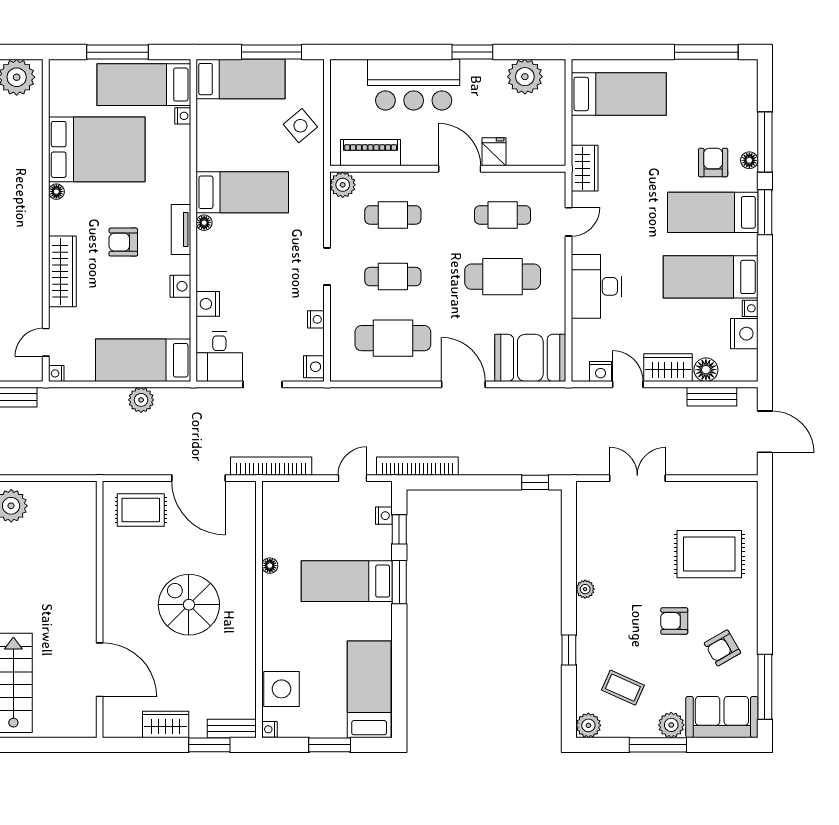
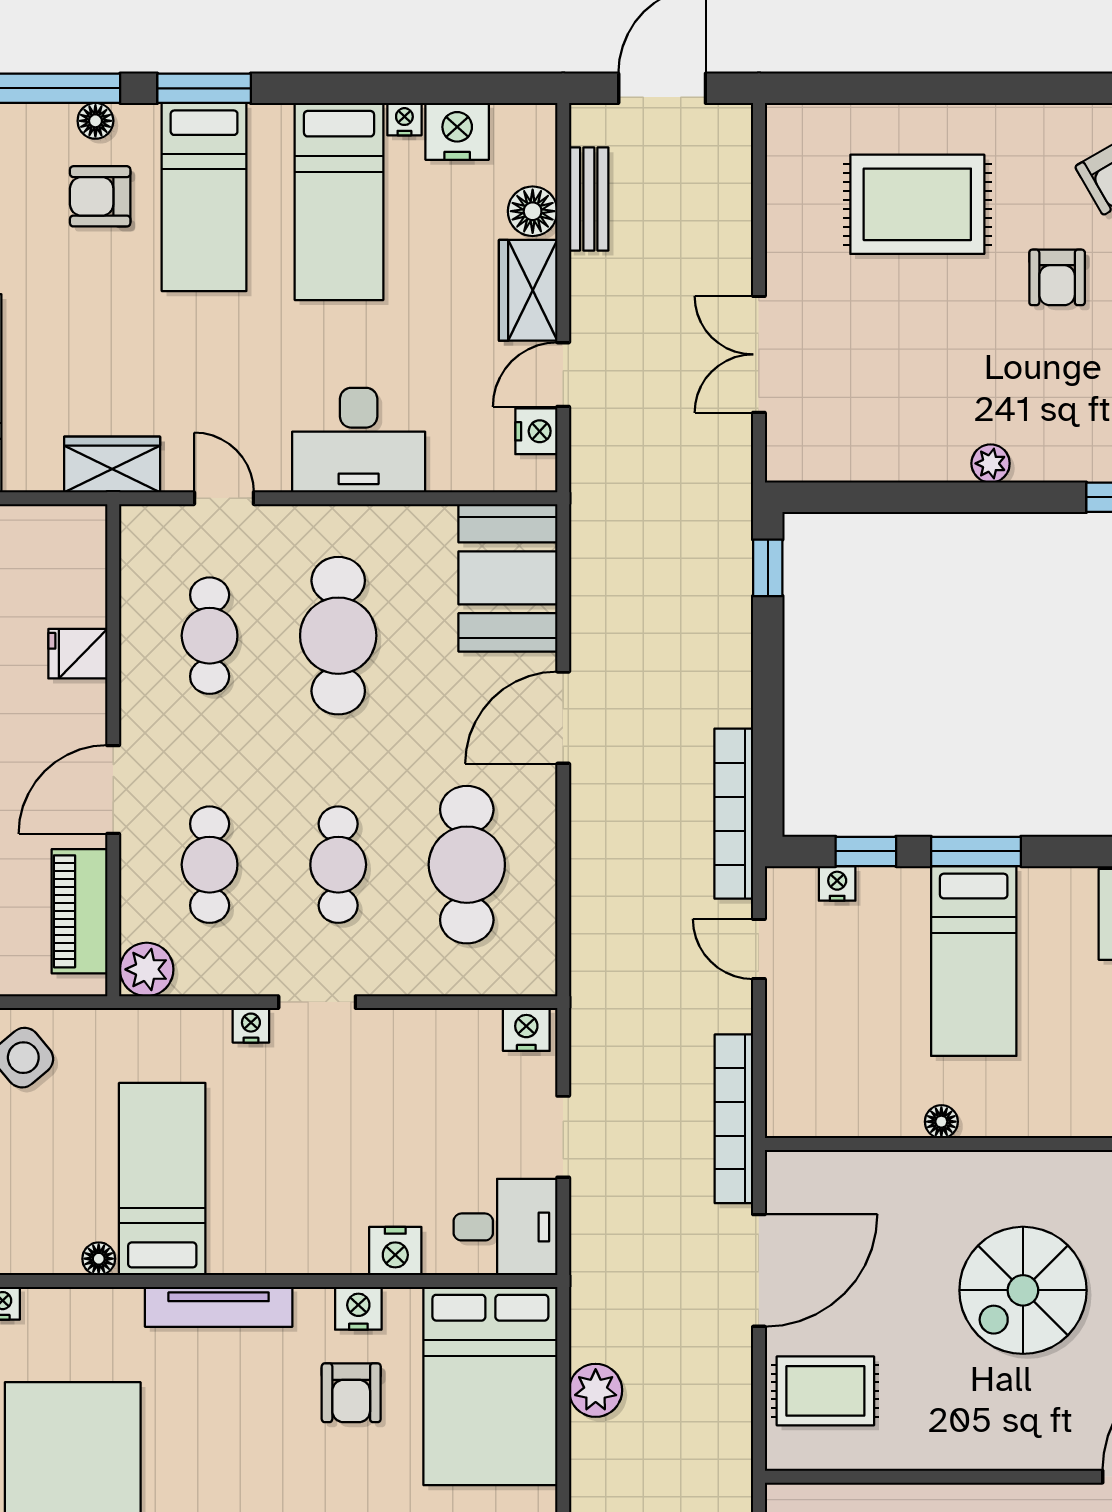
door: (460, 169) -> (113, 789), moved
floor lamp: (204, 223) -> (99, 1259), moved
tv unit: (181, 230) -> (219, 1307), width x1.41
armchair: (123, 242) -> (351, 1393), moved
nightstand: (316, 319) -> (251, 1025), moved
bed: (143, 360) -> (490, 1386), width x1.50
rug: (141, 510) -> (825, 1391), turned 90
rug: (709, 554) -> (917, 204), turned 90

